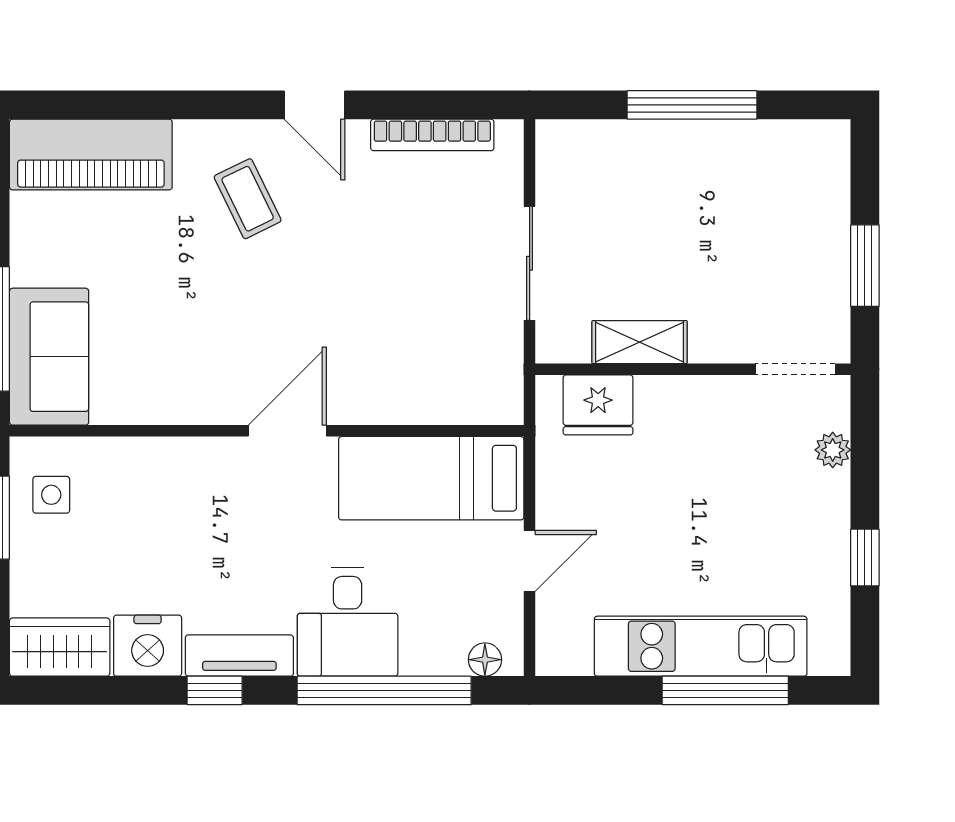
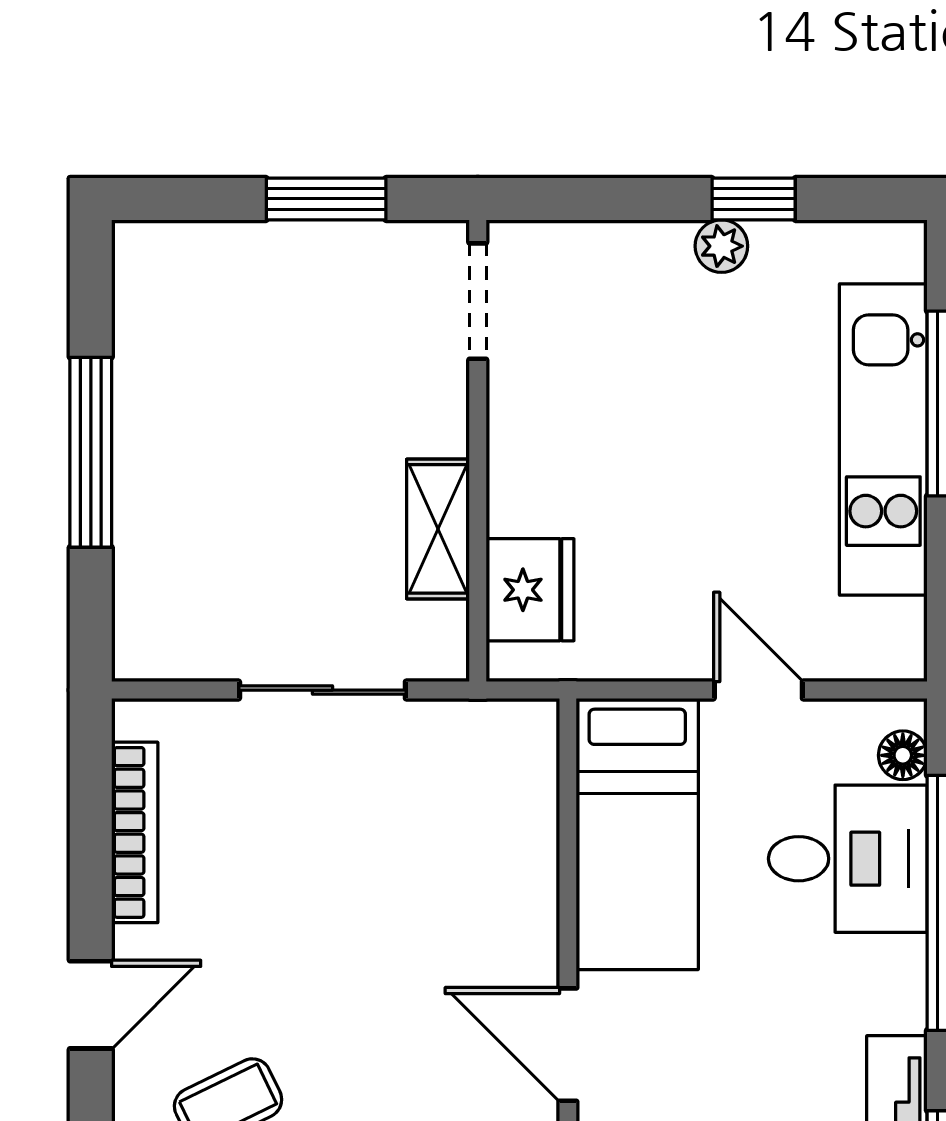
plant: (833, 450) -> (721, 246), moved
desk: (348, 622) -> (848, 859), moved

